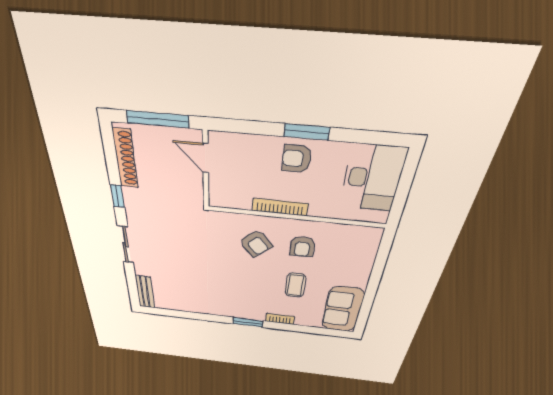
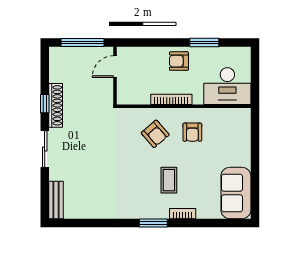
window: (307, 132) -> (204, 42), moved
door: (206, 158) -> (115, 67), hinge flipped
shoe rack: (125, 159) -> (56, 105), moved
desk: (372, 178) -> (227, 86), moved, turned 90
coffee table: (295, 285) -> (169, 180), moved

